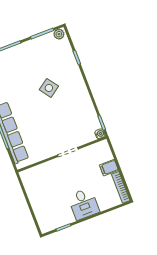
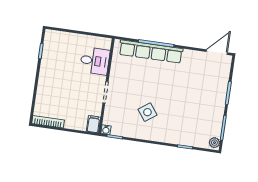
side table: (49, 88) -> (147, 112), moved
filing cabinet: (109, 168) -> (93, 124), moved
desk: (84, 204) -> (95, 61), moved, turned 180

